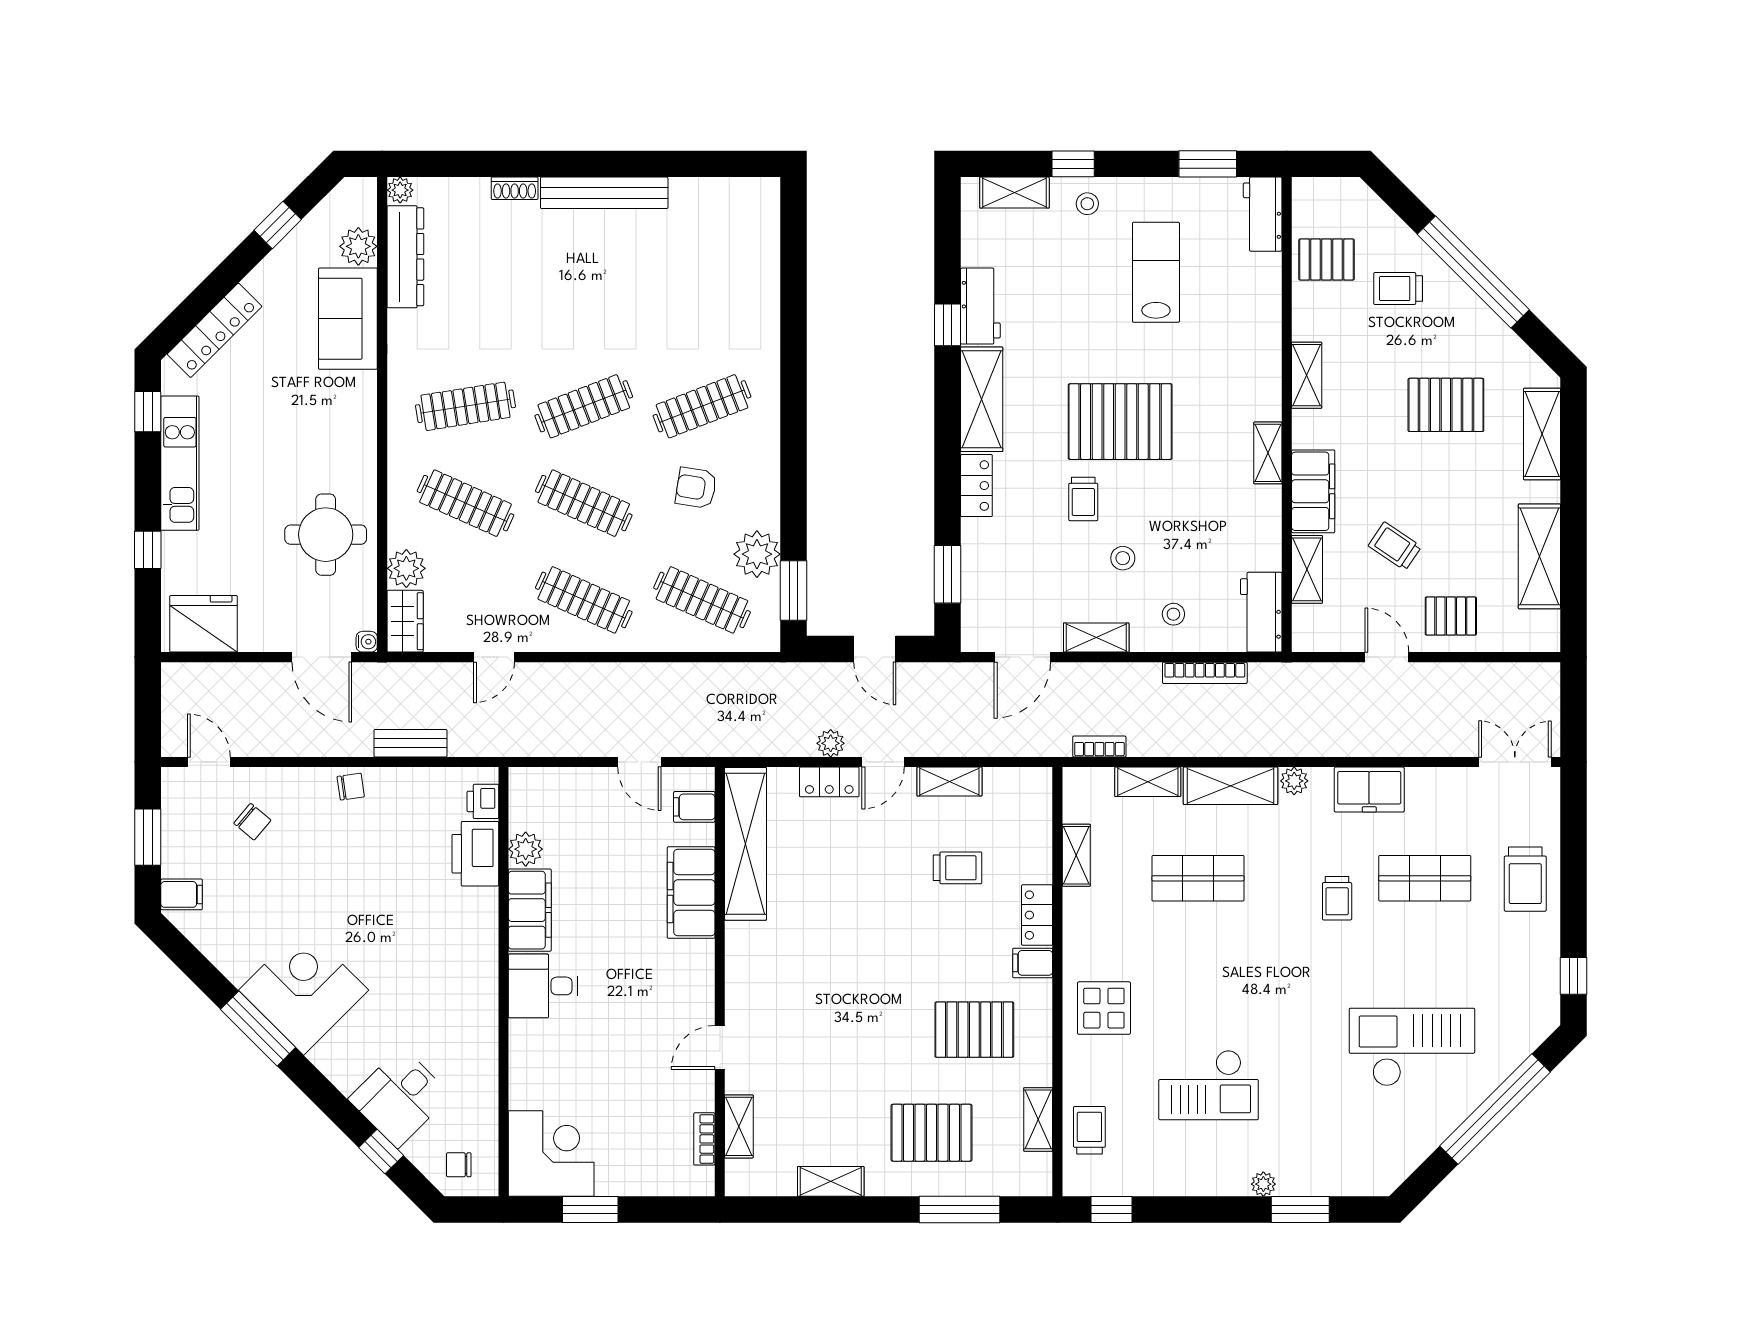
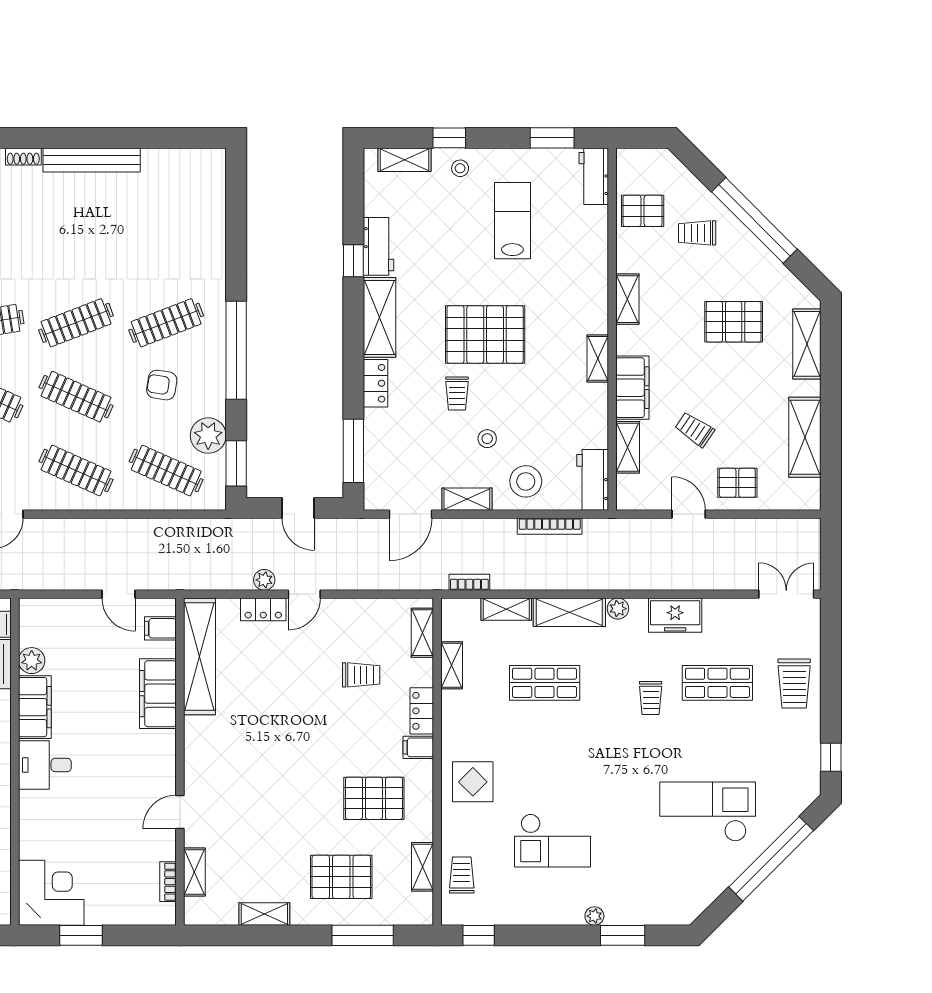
window: (794, 442) -> (236, 350), added
window: (948, 574) -> (353, 451), width x1.44
stool: (1173, 614) -> (526, 481), width x1.89, depth x1.89
shelving: (949, 782) -> (422, 633), moved, turned 90

